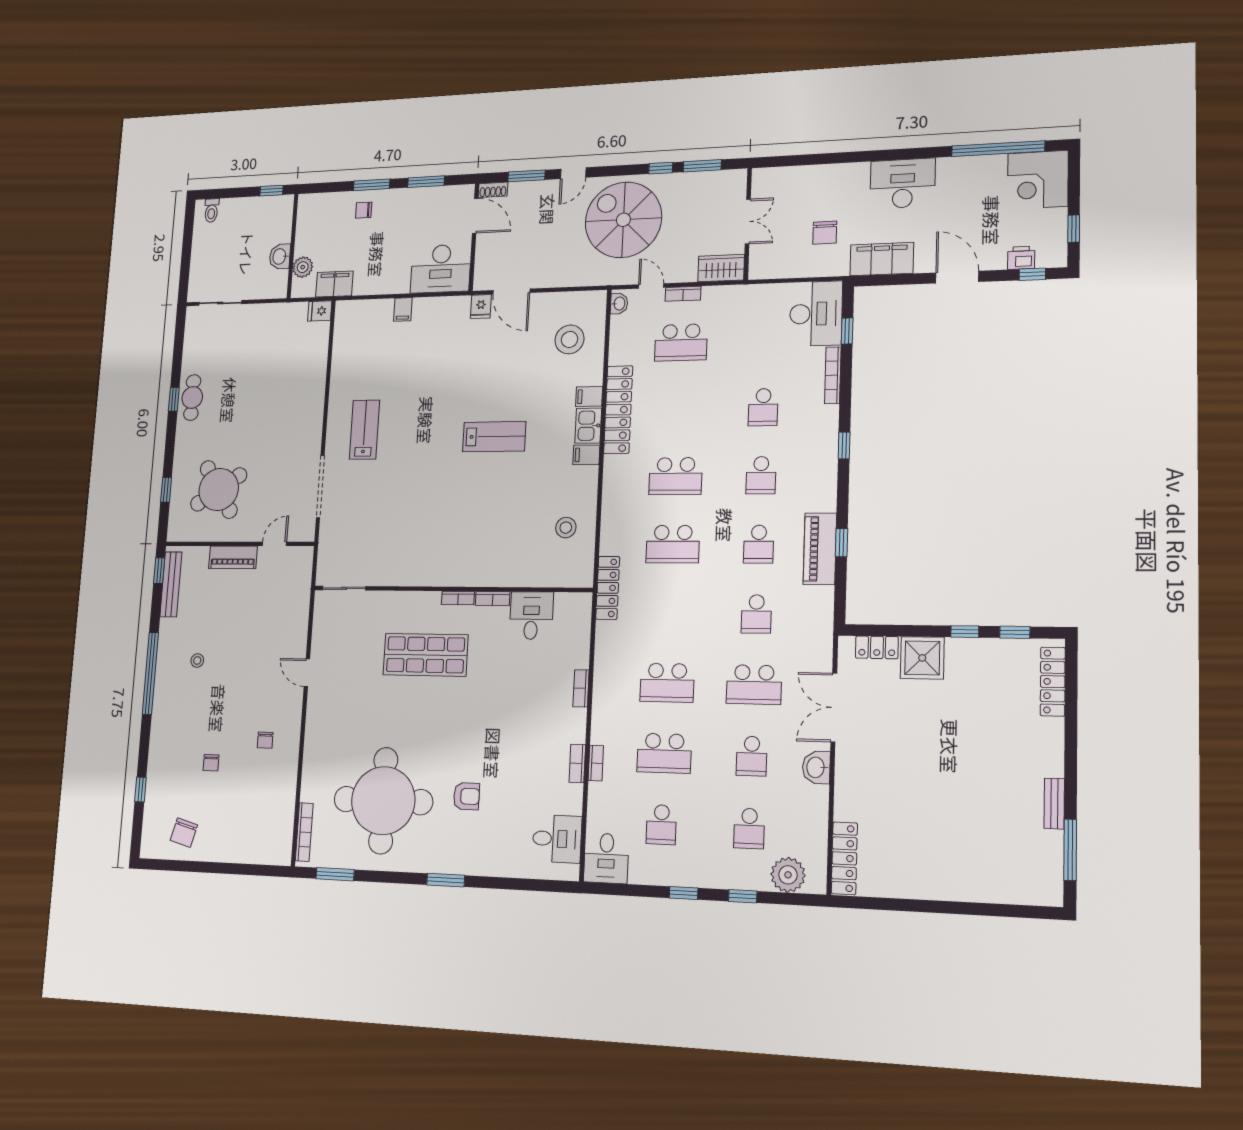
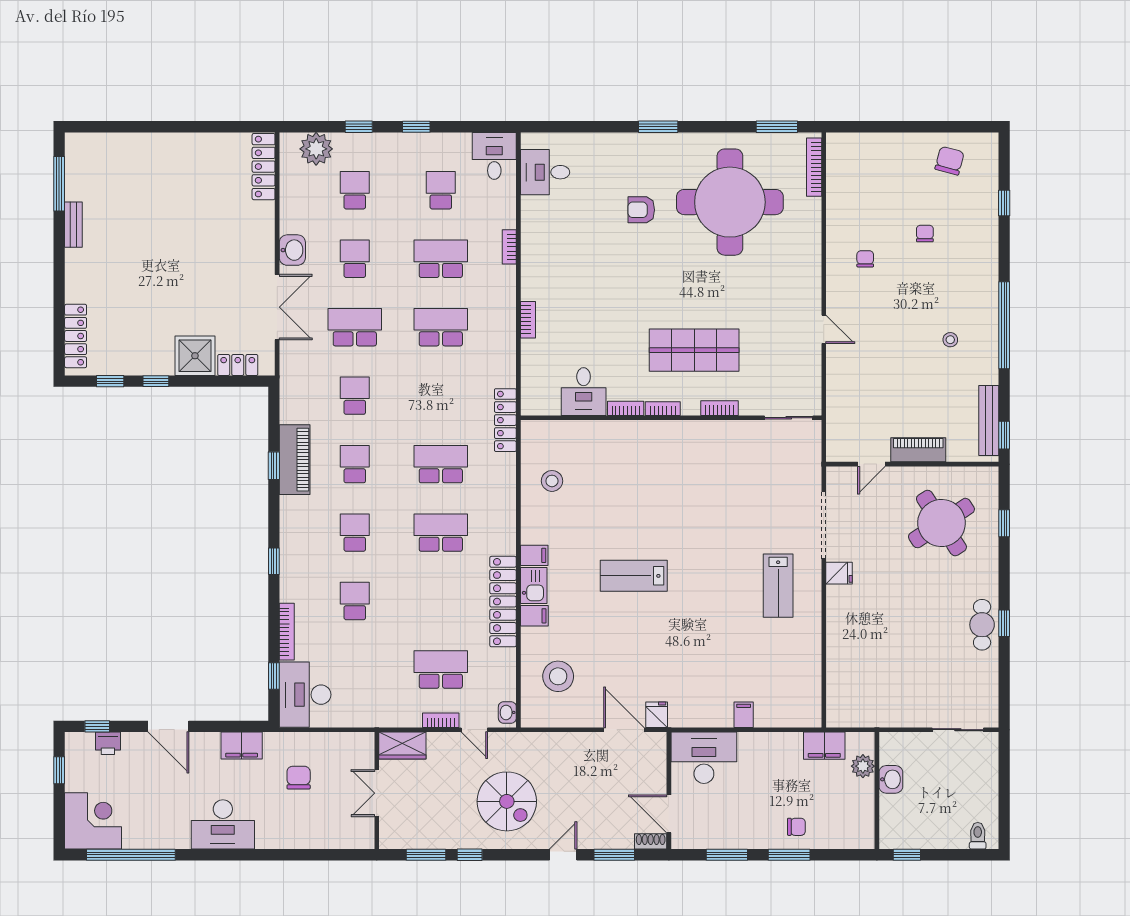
spiral stairs: (623, 220) -> (507, 801), width x0.73, depth x0.73
filing cabinet: (882, 259) -> (242, 746), width x0.67, depth x0.86
fridge: (320, 311) -> (839, 573), moved
bookcase: (577, 763) -> (720, 408), moved, turned -90

